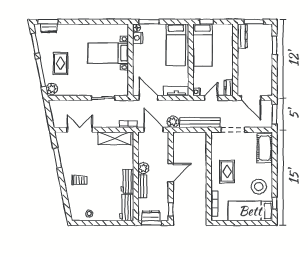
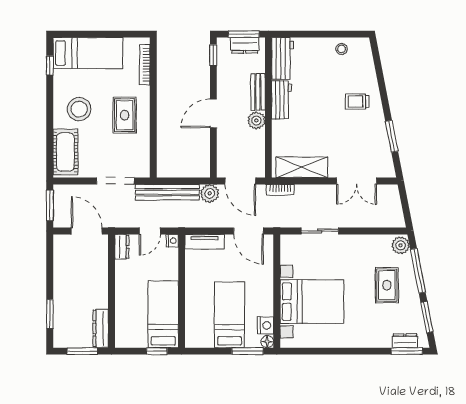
bed: (176, 45) -> (230, 315), moved
bed with nightstands: (108, 53) -> (312, 302), width x1.36
stool: (259, 187) -> (79, 109), moved

